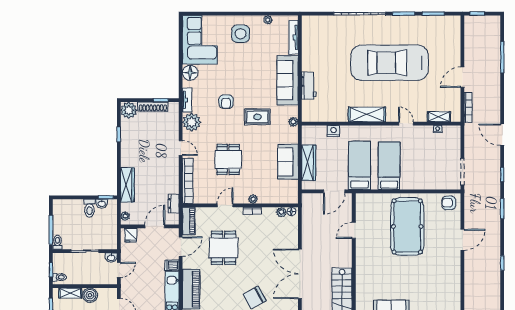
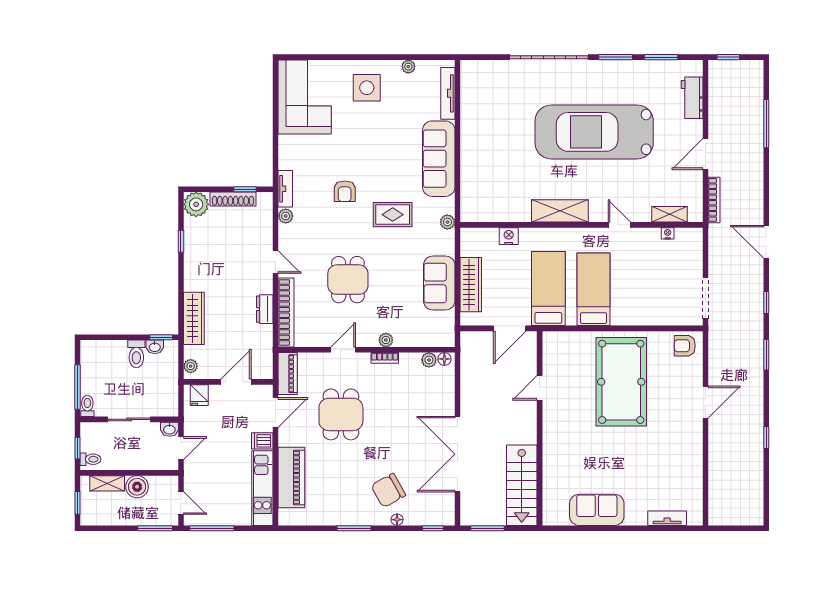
floor lamp: (190, 73) -> (290, 147), removed
workbench: (309, 86) -> (692, 98), moved, turned 180
plant: (192, 122) -> (286, 216), width x0.53, depth x0.53
dresser: (174, 204) -> (265, 309), moved

